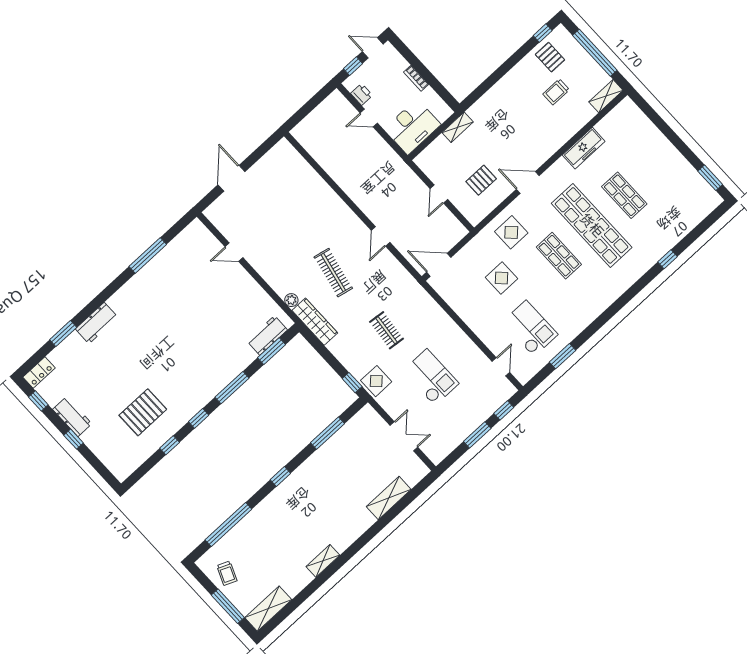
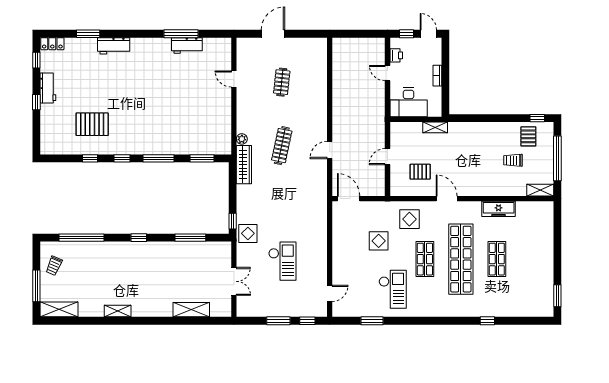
checkout: (530, 328) -> (393, 289), moved
clothes rail: (387, 330) -> (282, 82), moved
workbench: (267, 335) -> (187, 45), moved, turned 180

